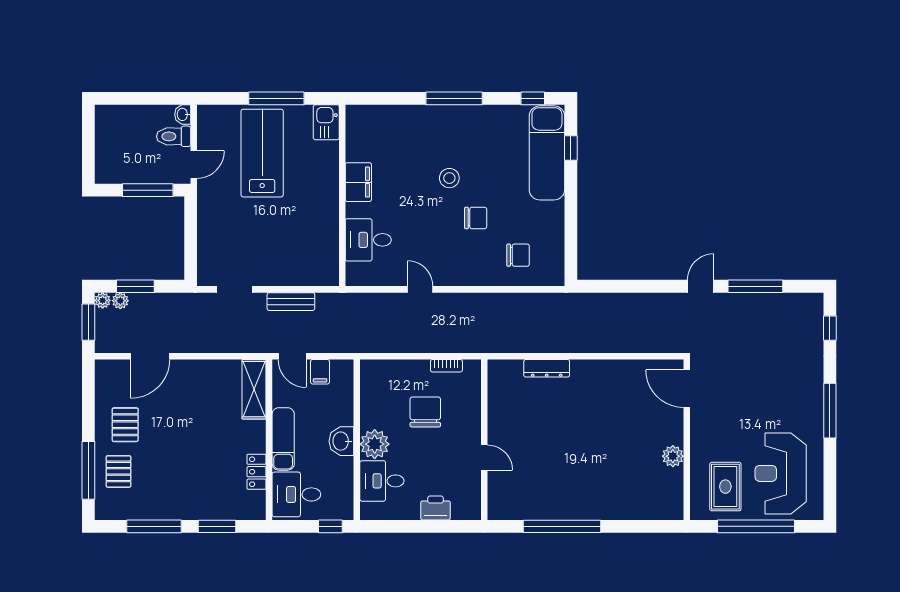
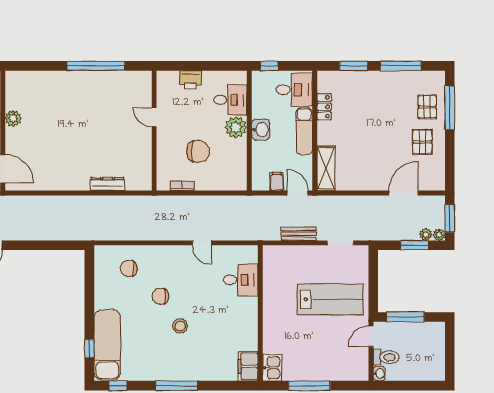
lab bench: (262, 153) -> (330, 299), moved, turned -90
filing cabinet: (358, 182) -> (248, 366), moved
chair: (425, 412) -> (198, 151), turned -90

